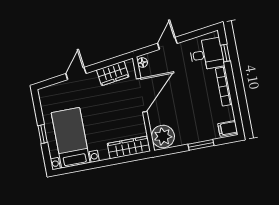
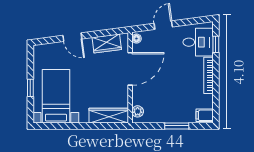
door: (76, 74) -> (72, 37), swing flipped
plant: (163, 136) -> (138, 111), width x0.53, depth x0.53

